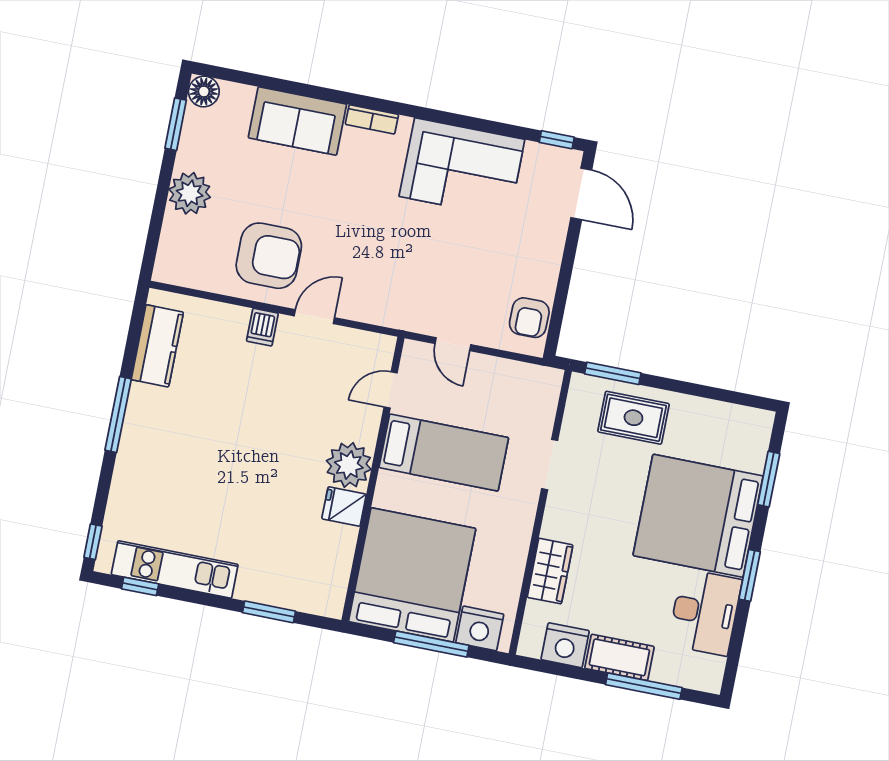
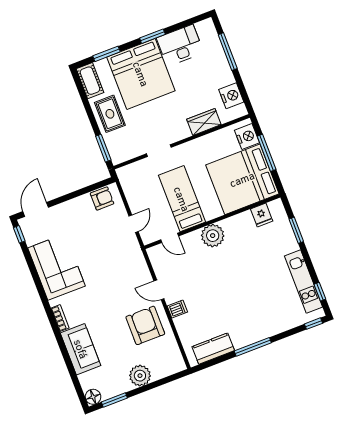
rug: (633, 418) -> (110, 114), moved
fridge: (344, 507) -> (262, 215), moved
cot: (619, 657) -> (90, 81), moved

